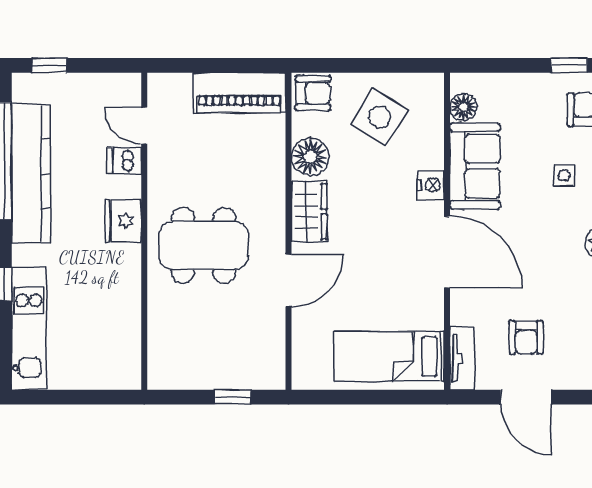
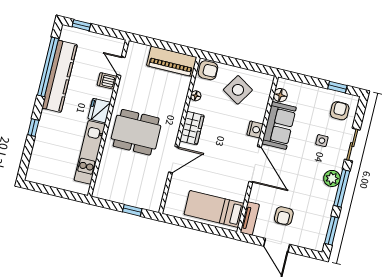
floor lamp: (310, 157) -> (196, 96), width x0.53, depth x0.53
kitchen unit: (29, 329) -> (90, 152), moved, turned 180

